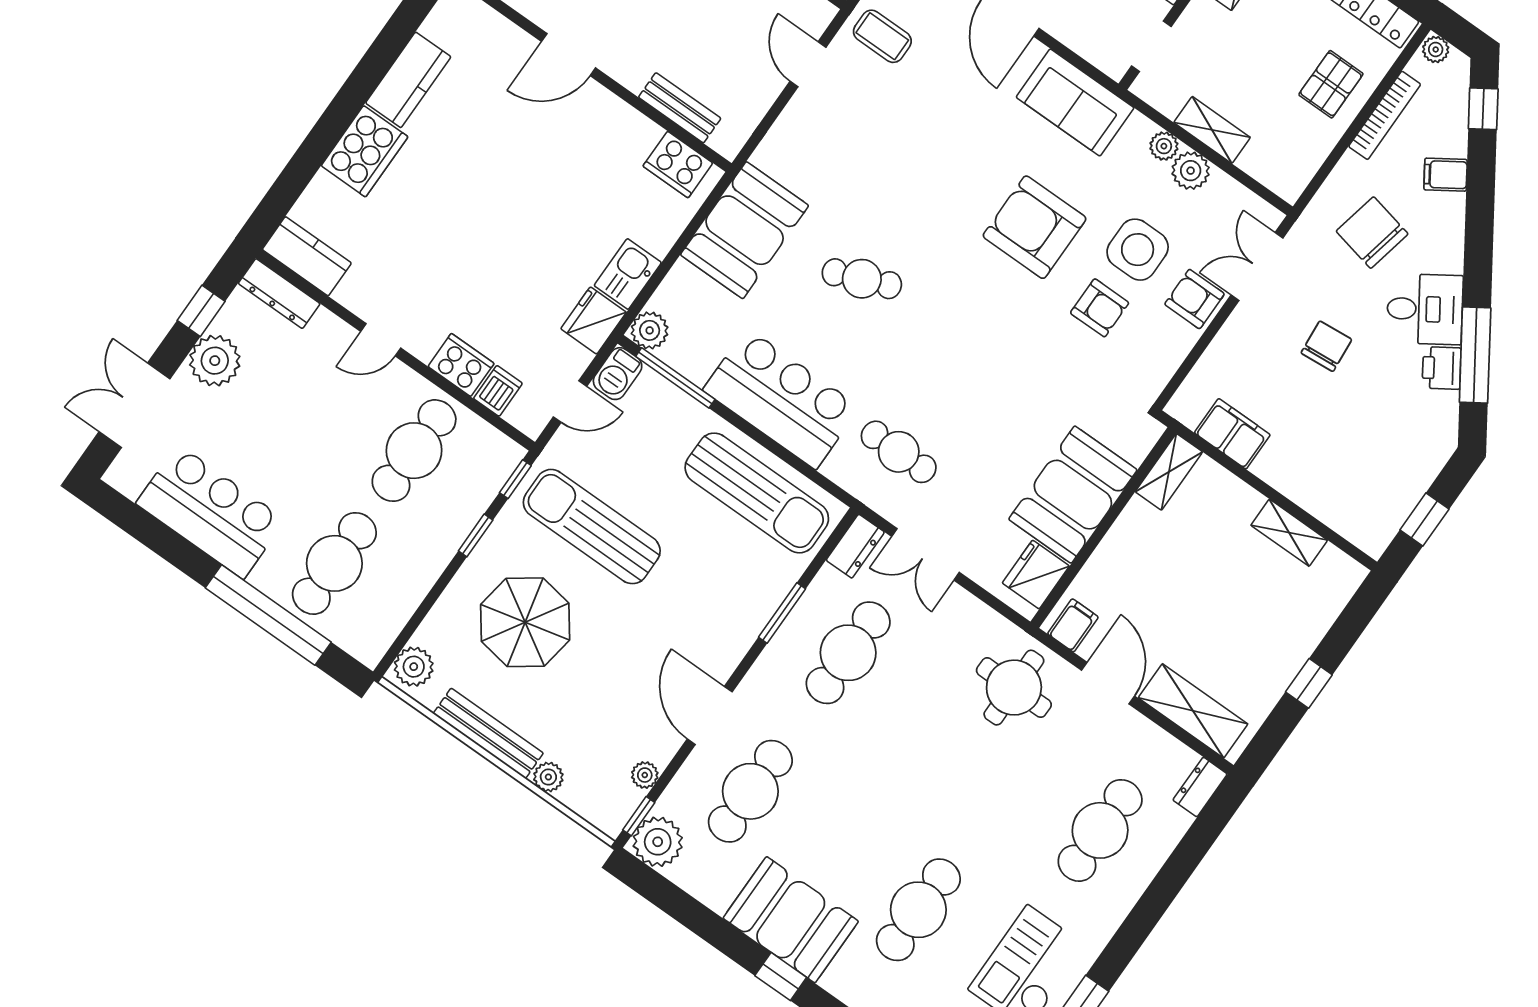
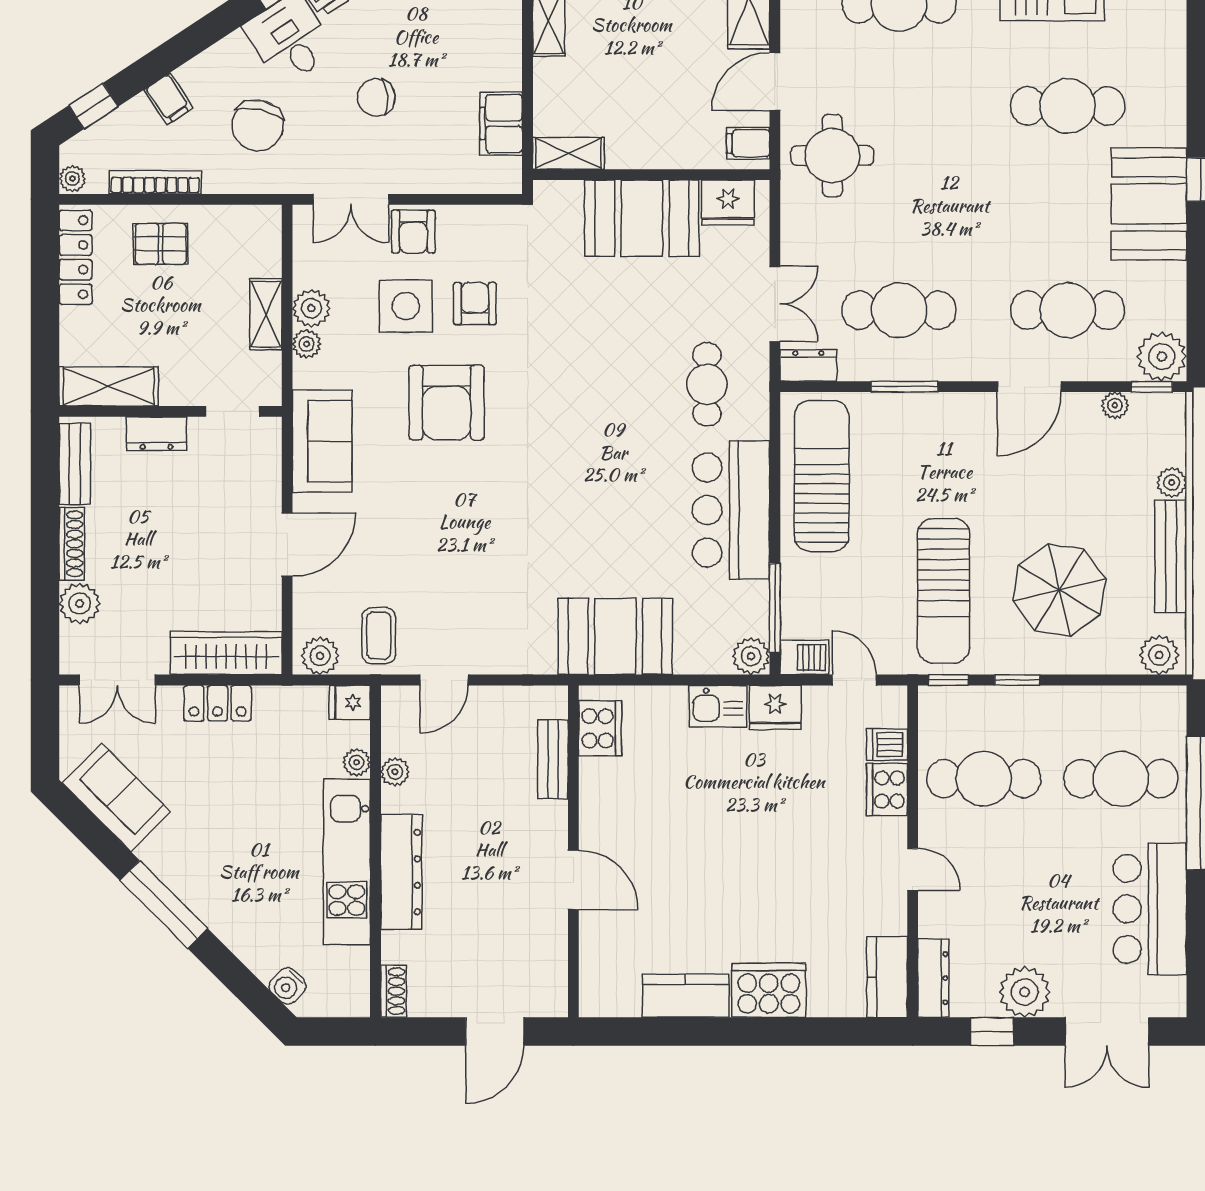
cafe table: (862, 279) -> (587, 513), removed

